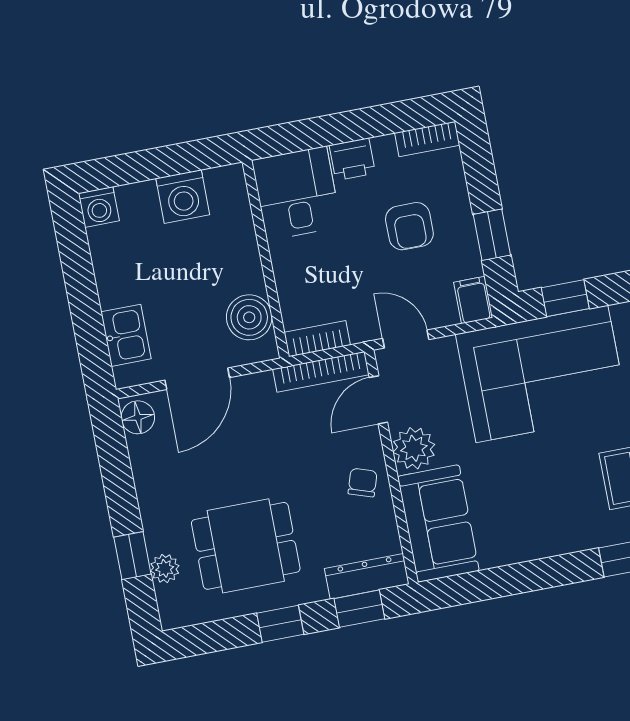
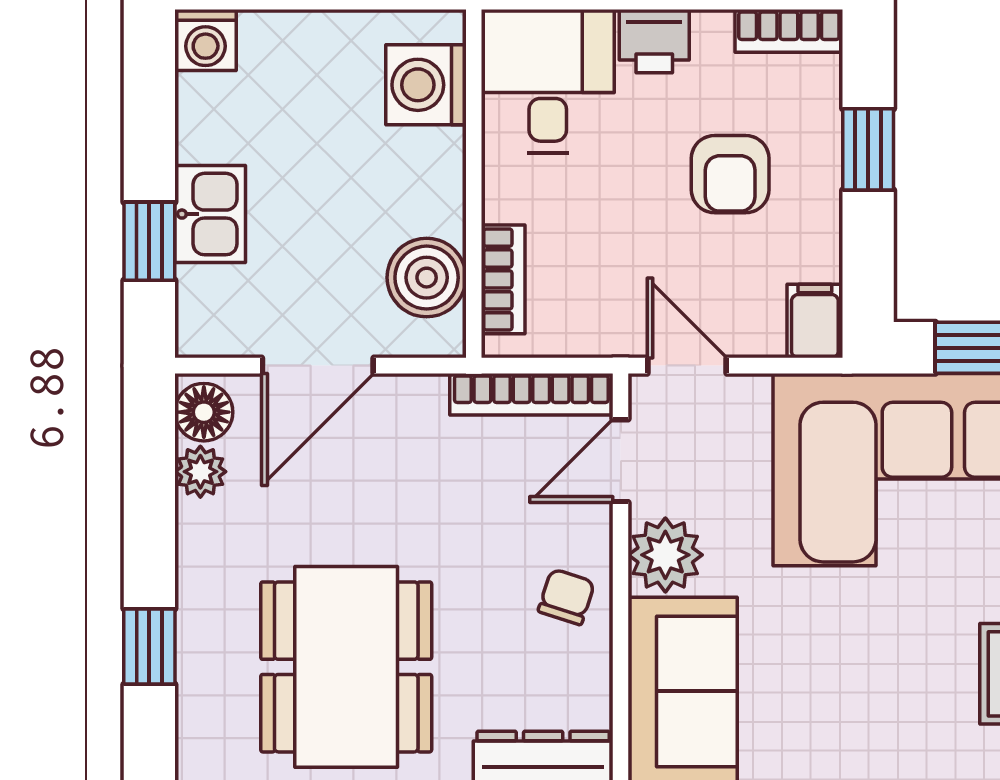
washing machine: (183, 197) -> (426, 85), moved, turned 90
window: (492, 235) -> (868, 149), moved
window: (89, 327) -> (149, 241), added
kitchen sink: (126, 335) -> (210, 214), moved
bookcase: (317, 339) -> (503, 279), moved, turned 90
dining table: (246, 546) -> (346, 667), width x1.38
plant: (165, 568) -> (200, 472), moved

